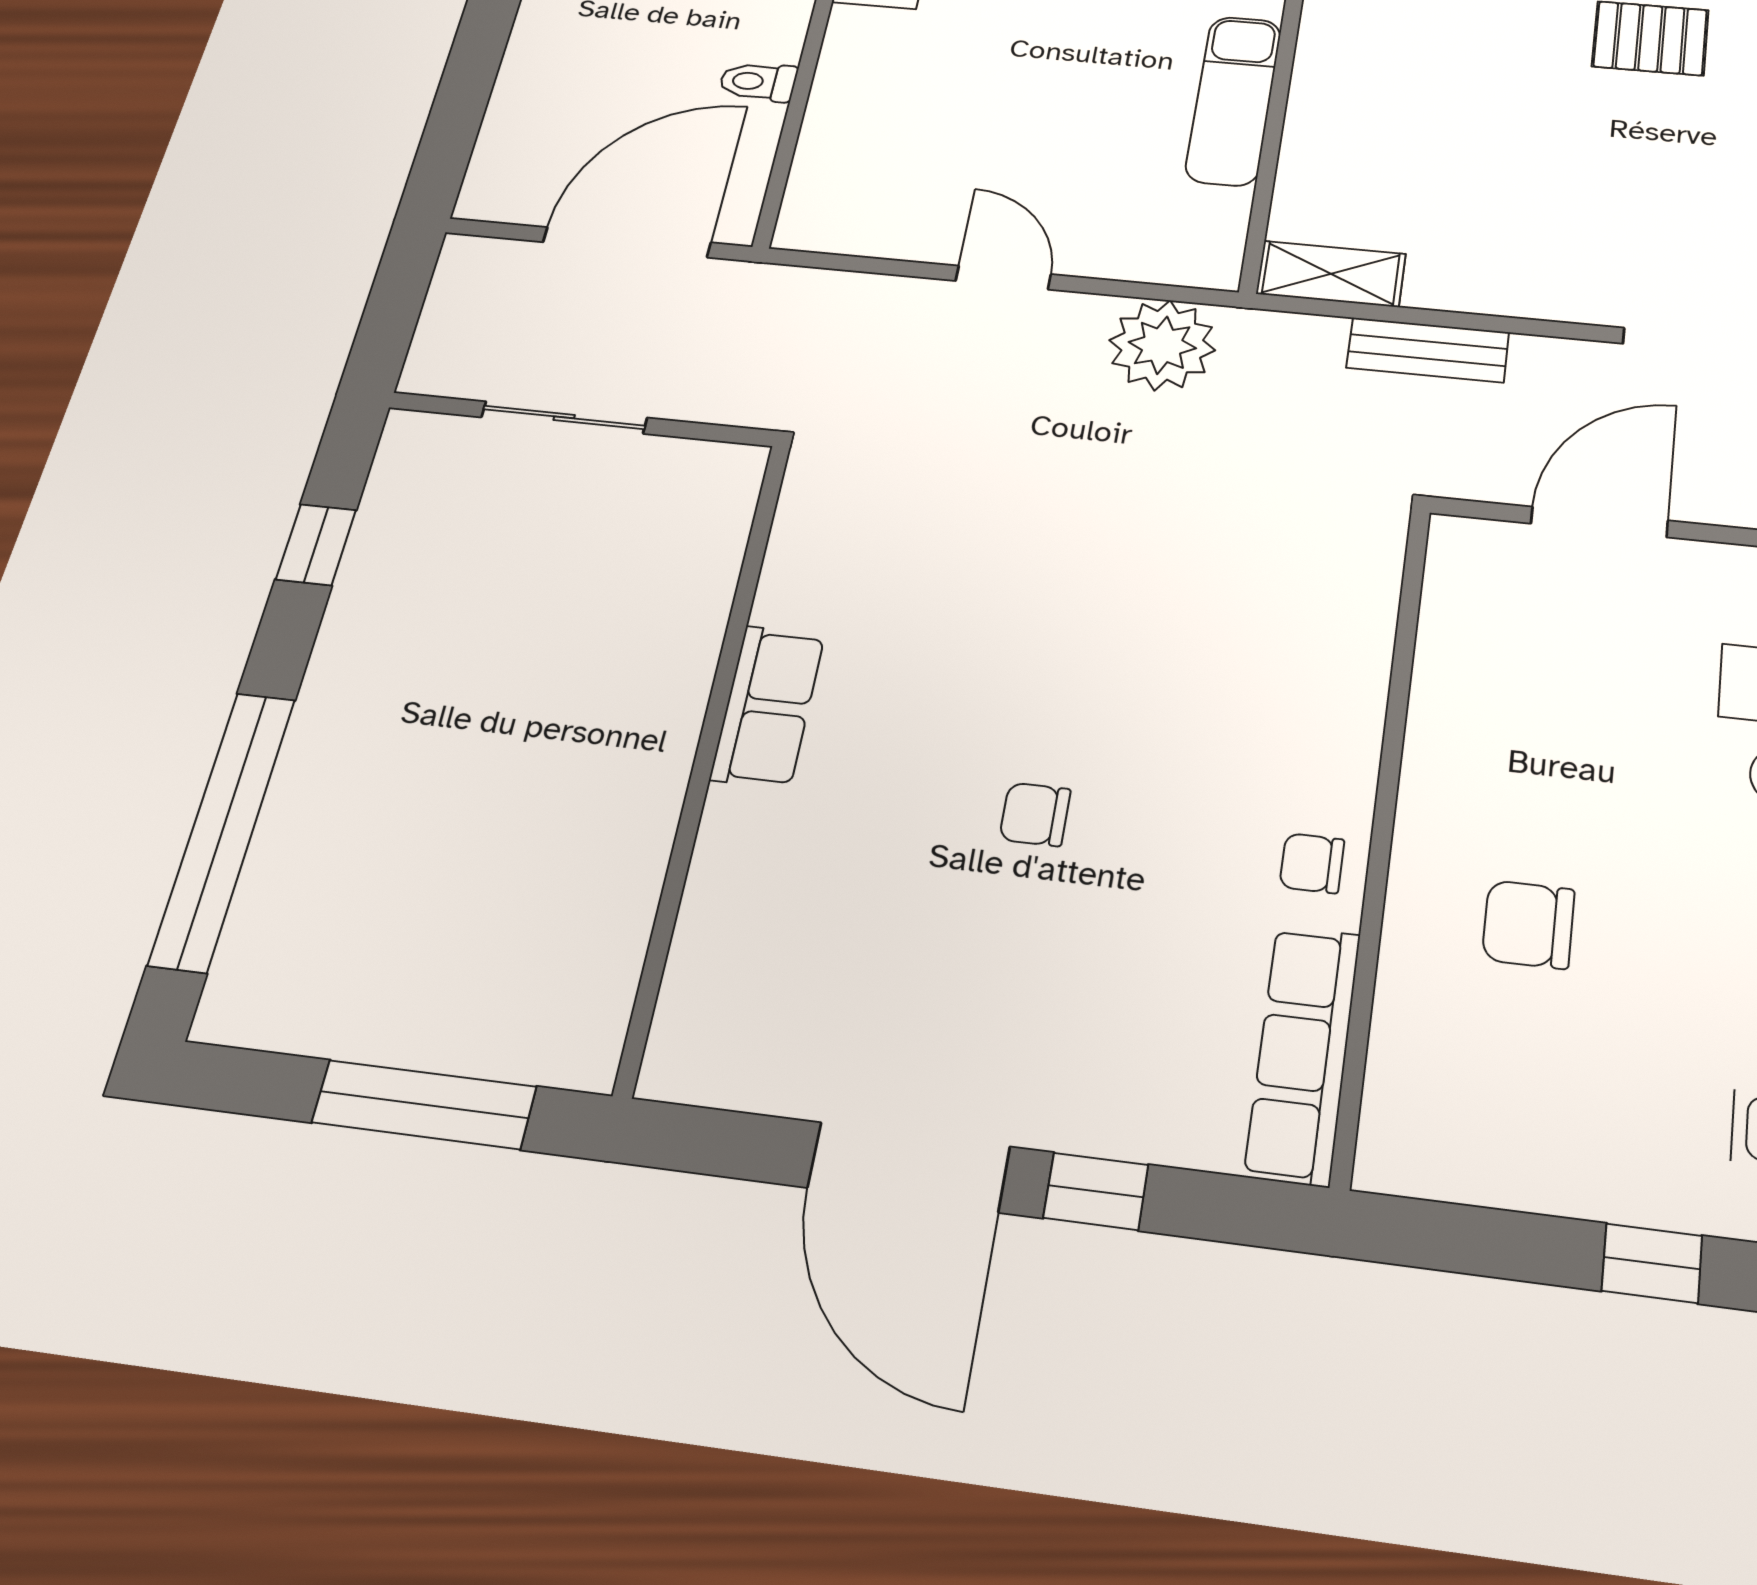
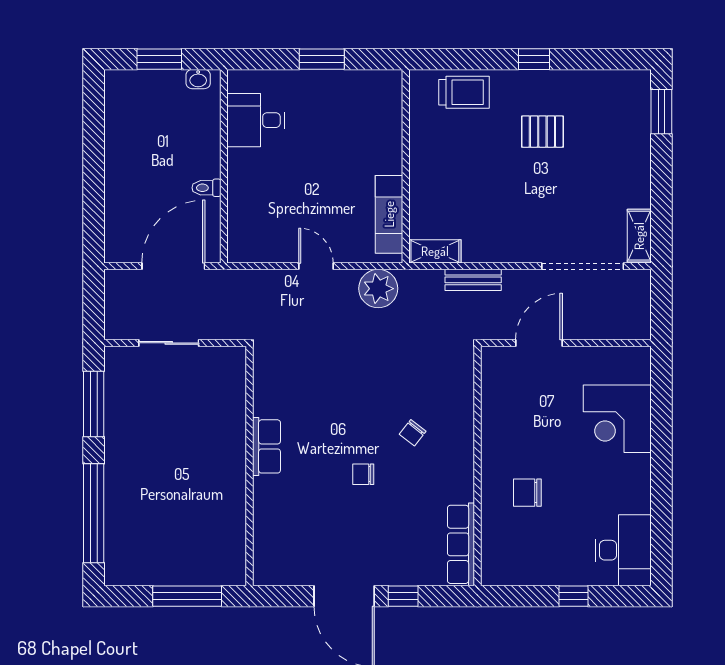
exam couch: (1234, 100) -> (389, 214), moved
window: (316, 545) -> (94, 404), width x2.17
chair: (1312, 863) -> (413, 433), moved, turned -52

